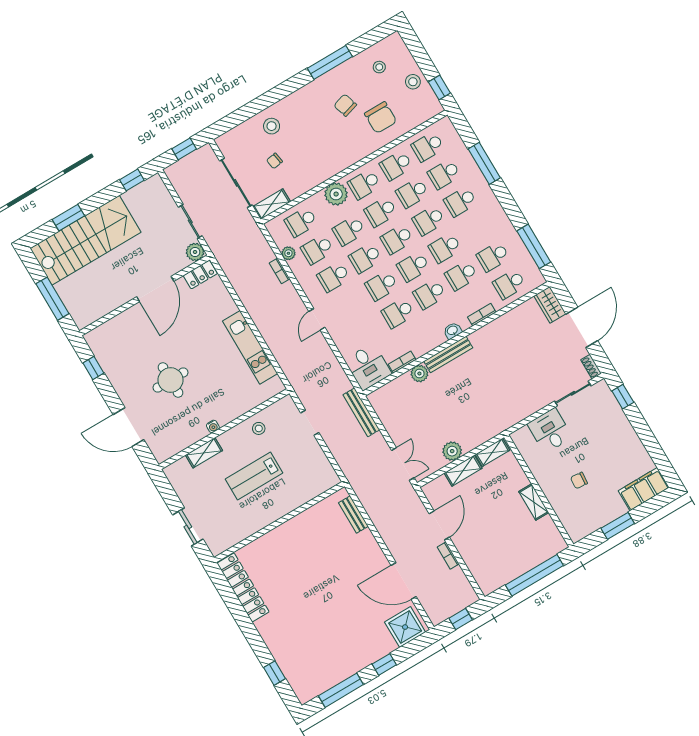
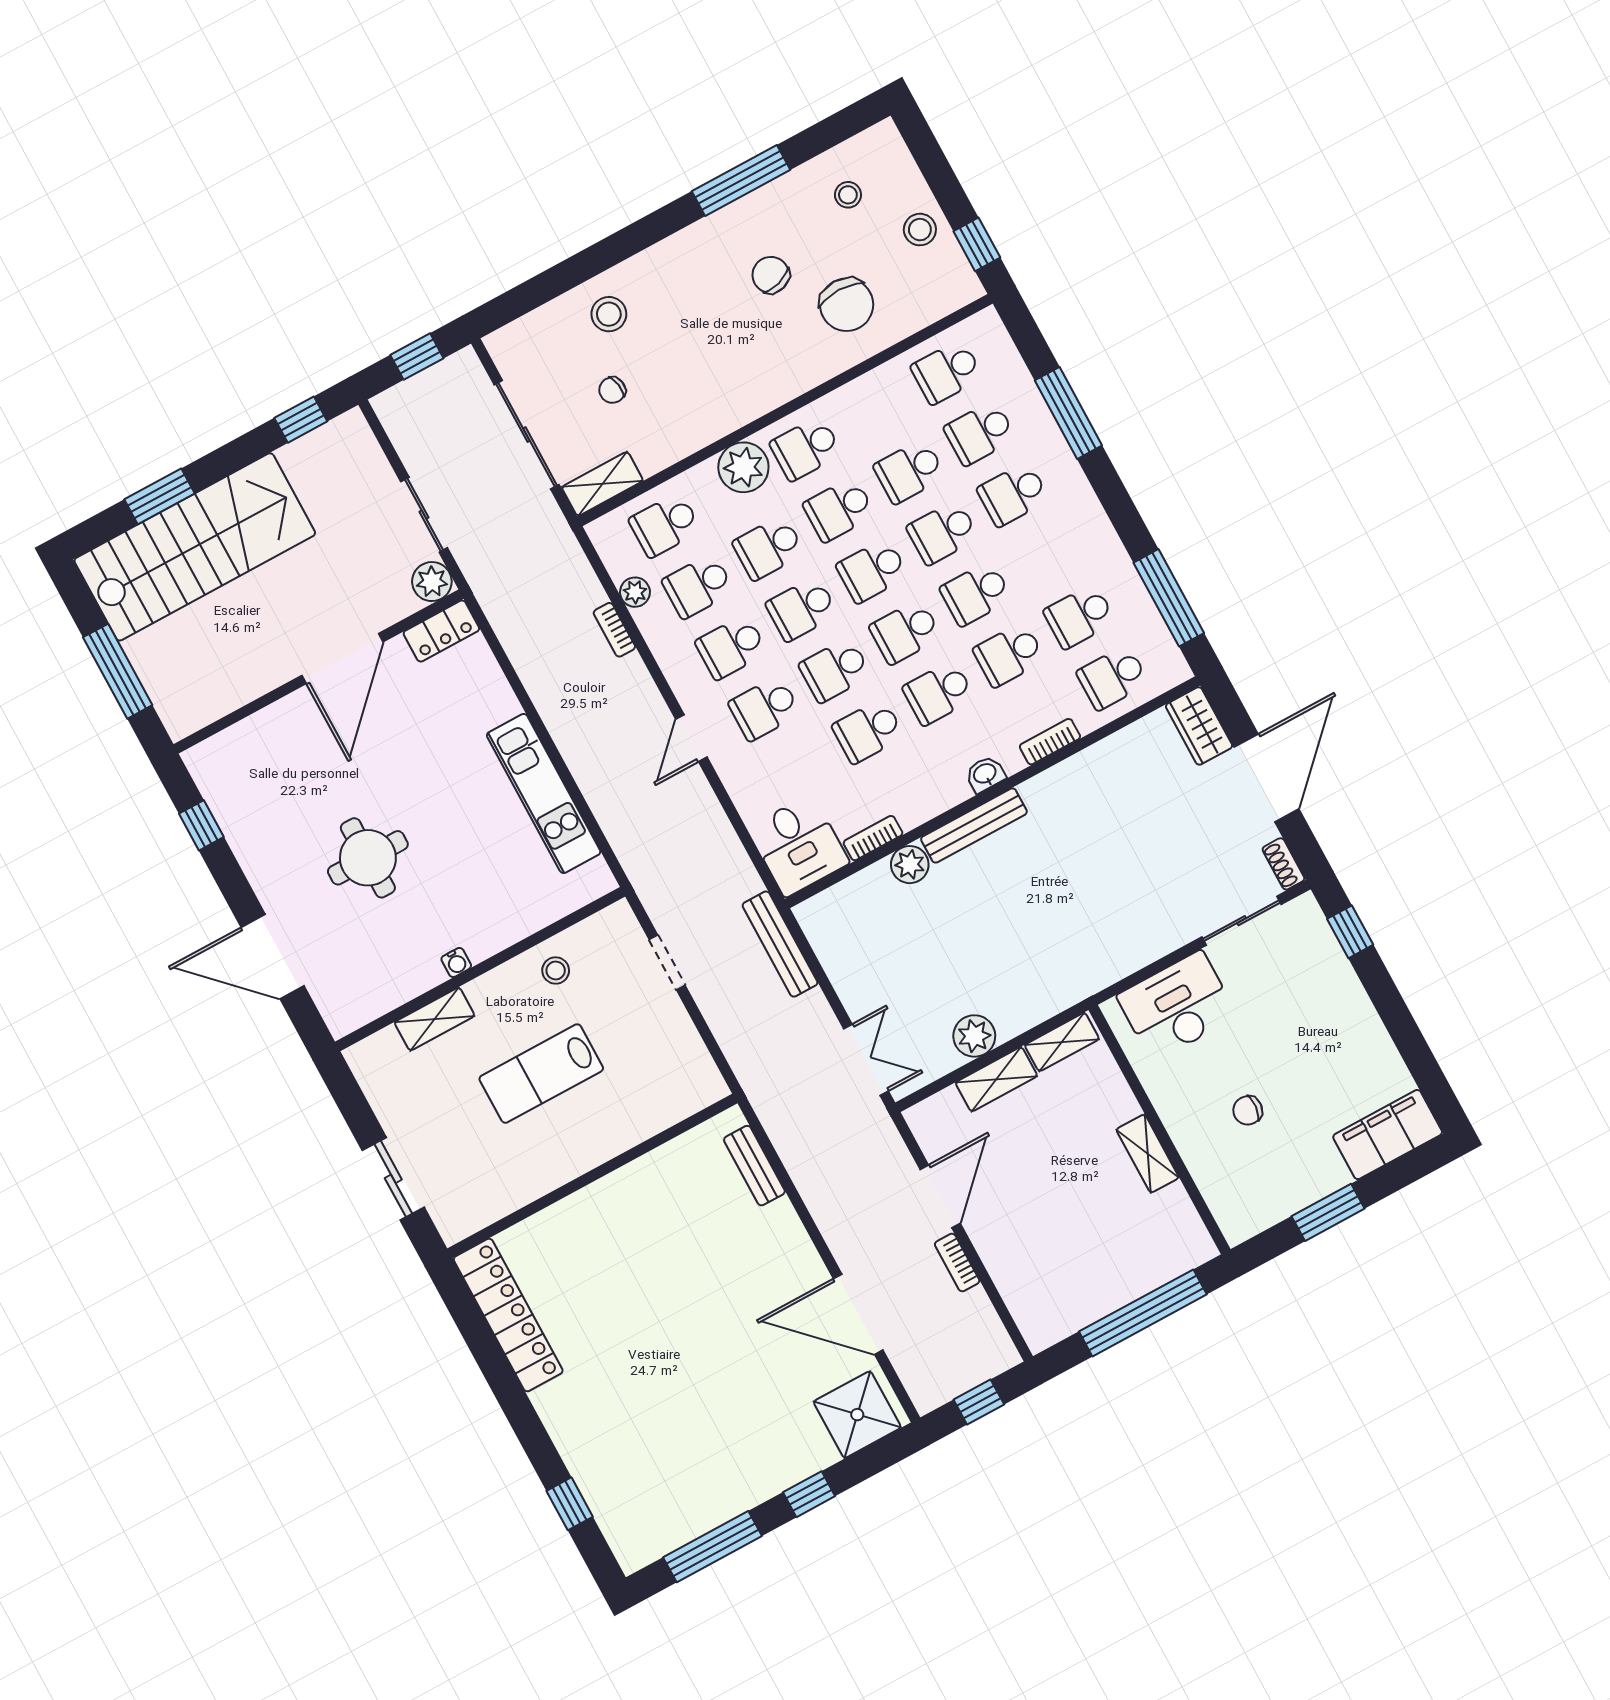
school desk: (396, 165) -> (764, 708), moved
desk: (550, 431) -> (1177, 1006), width x1.37

